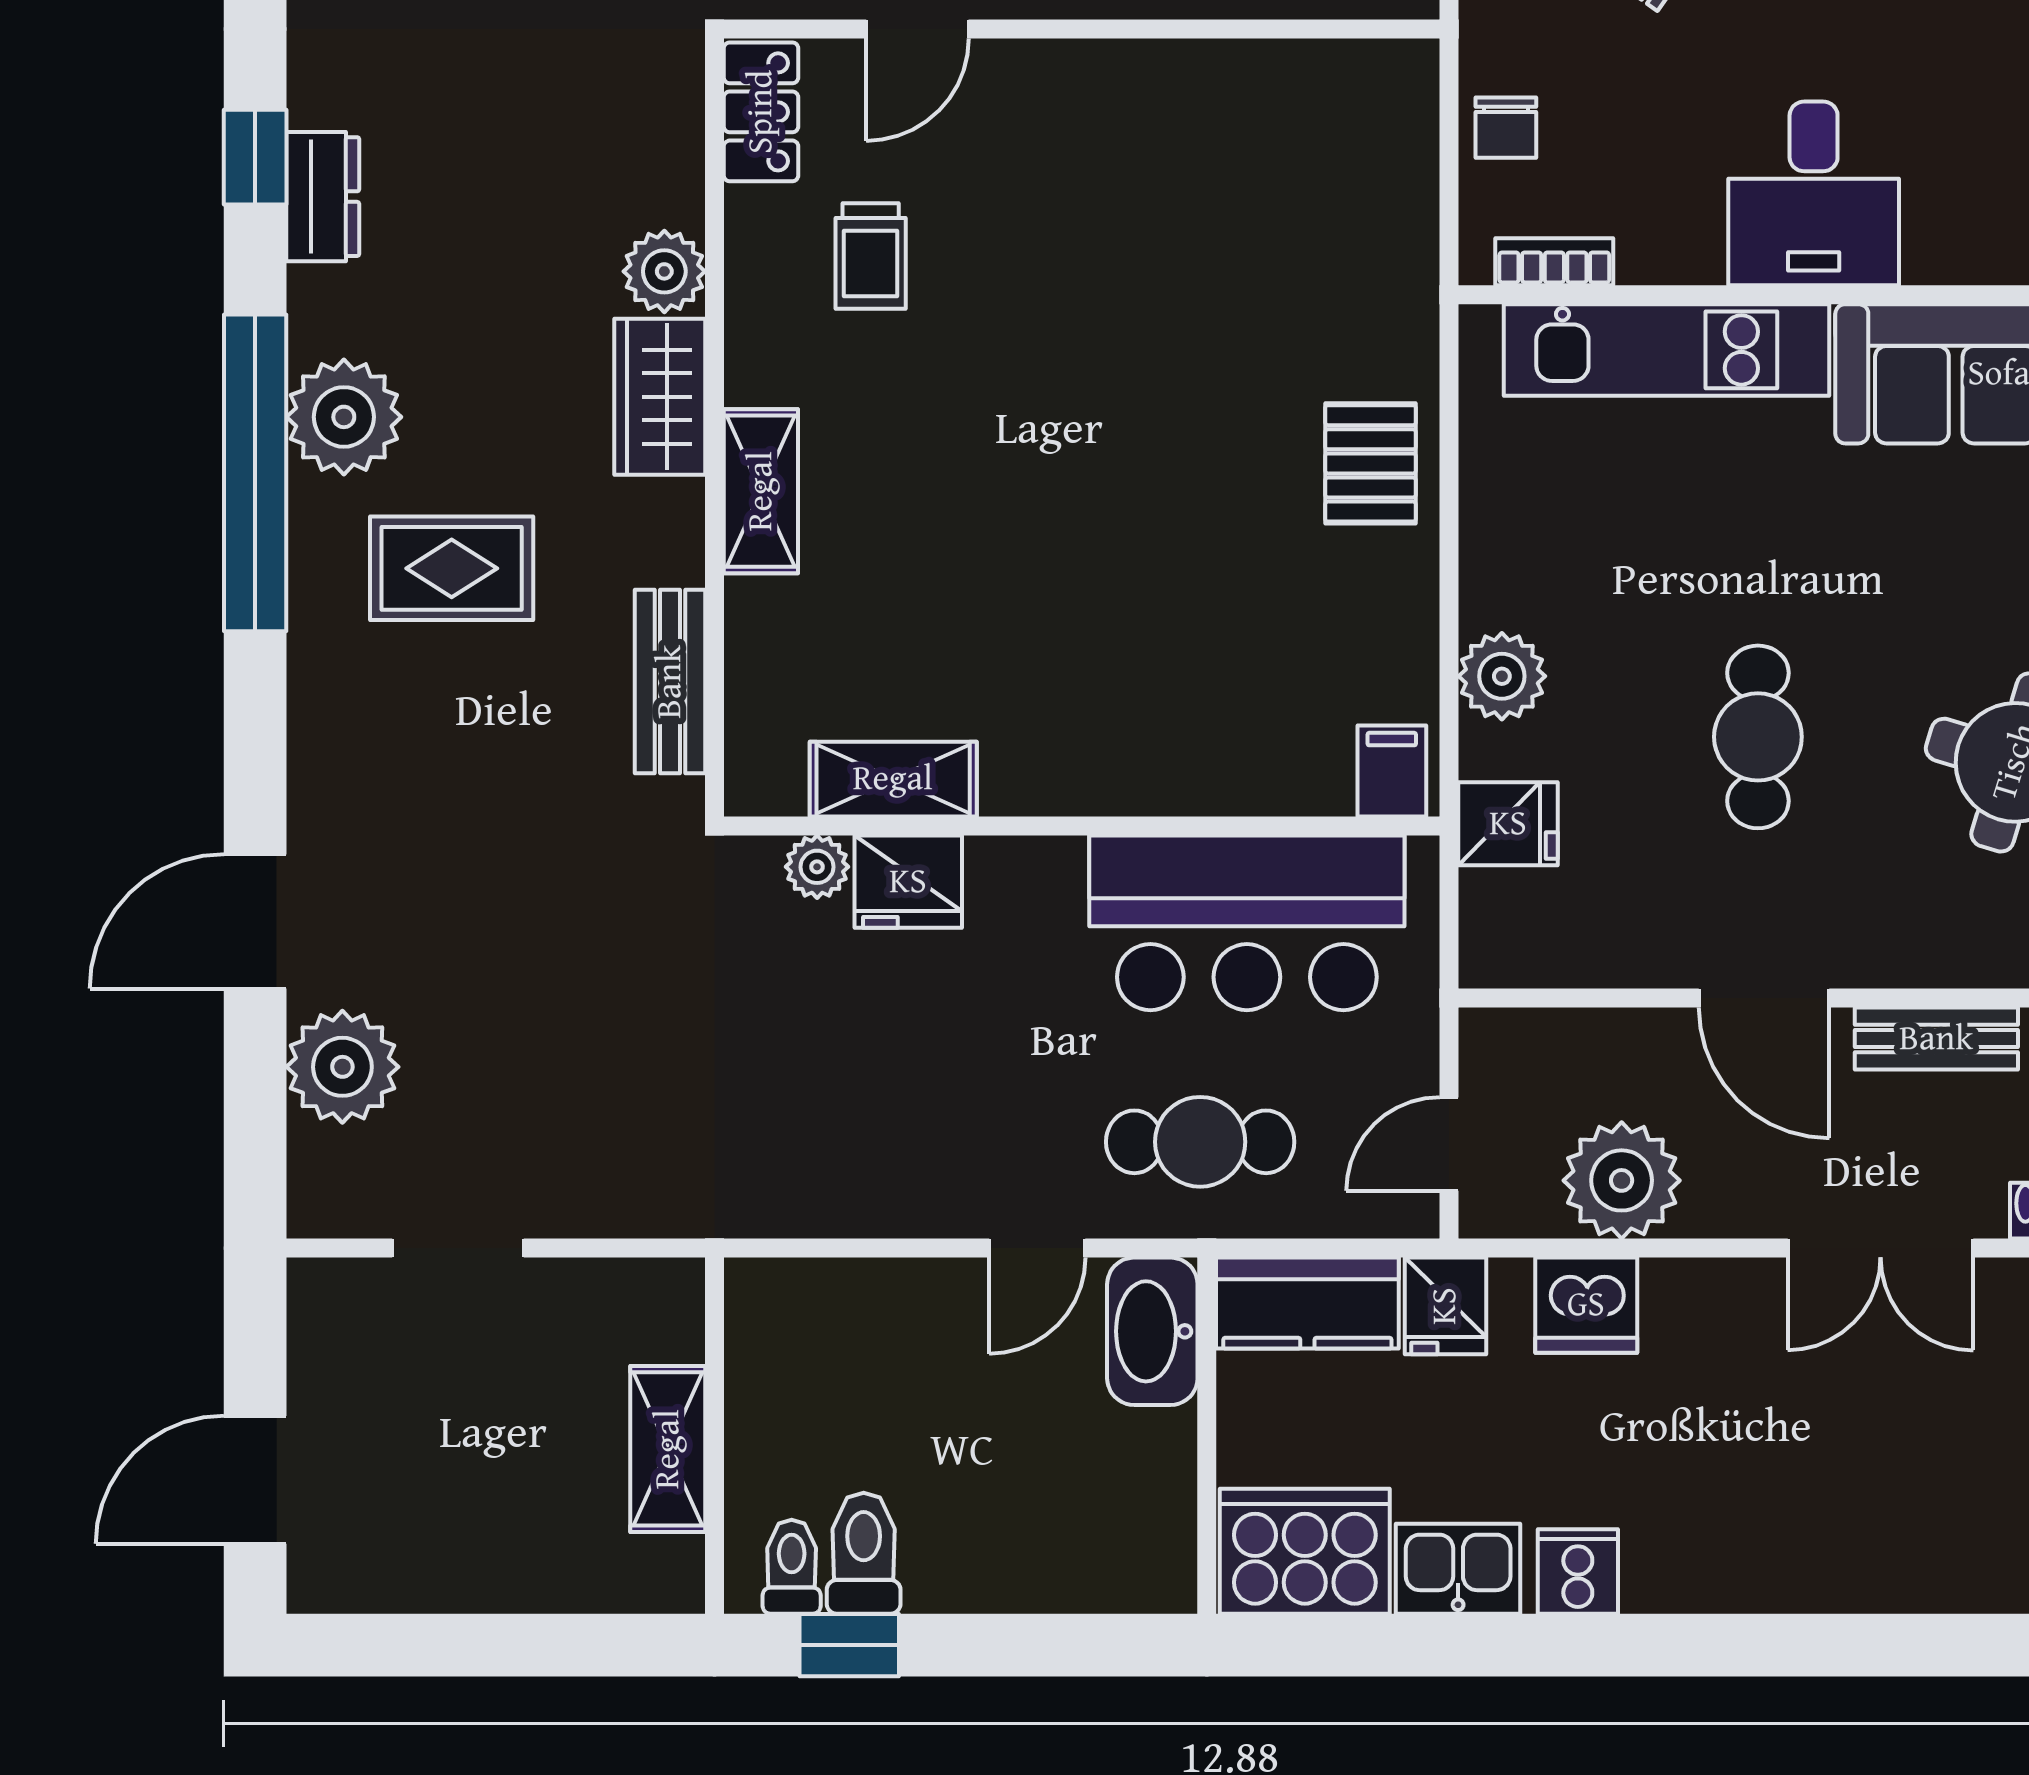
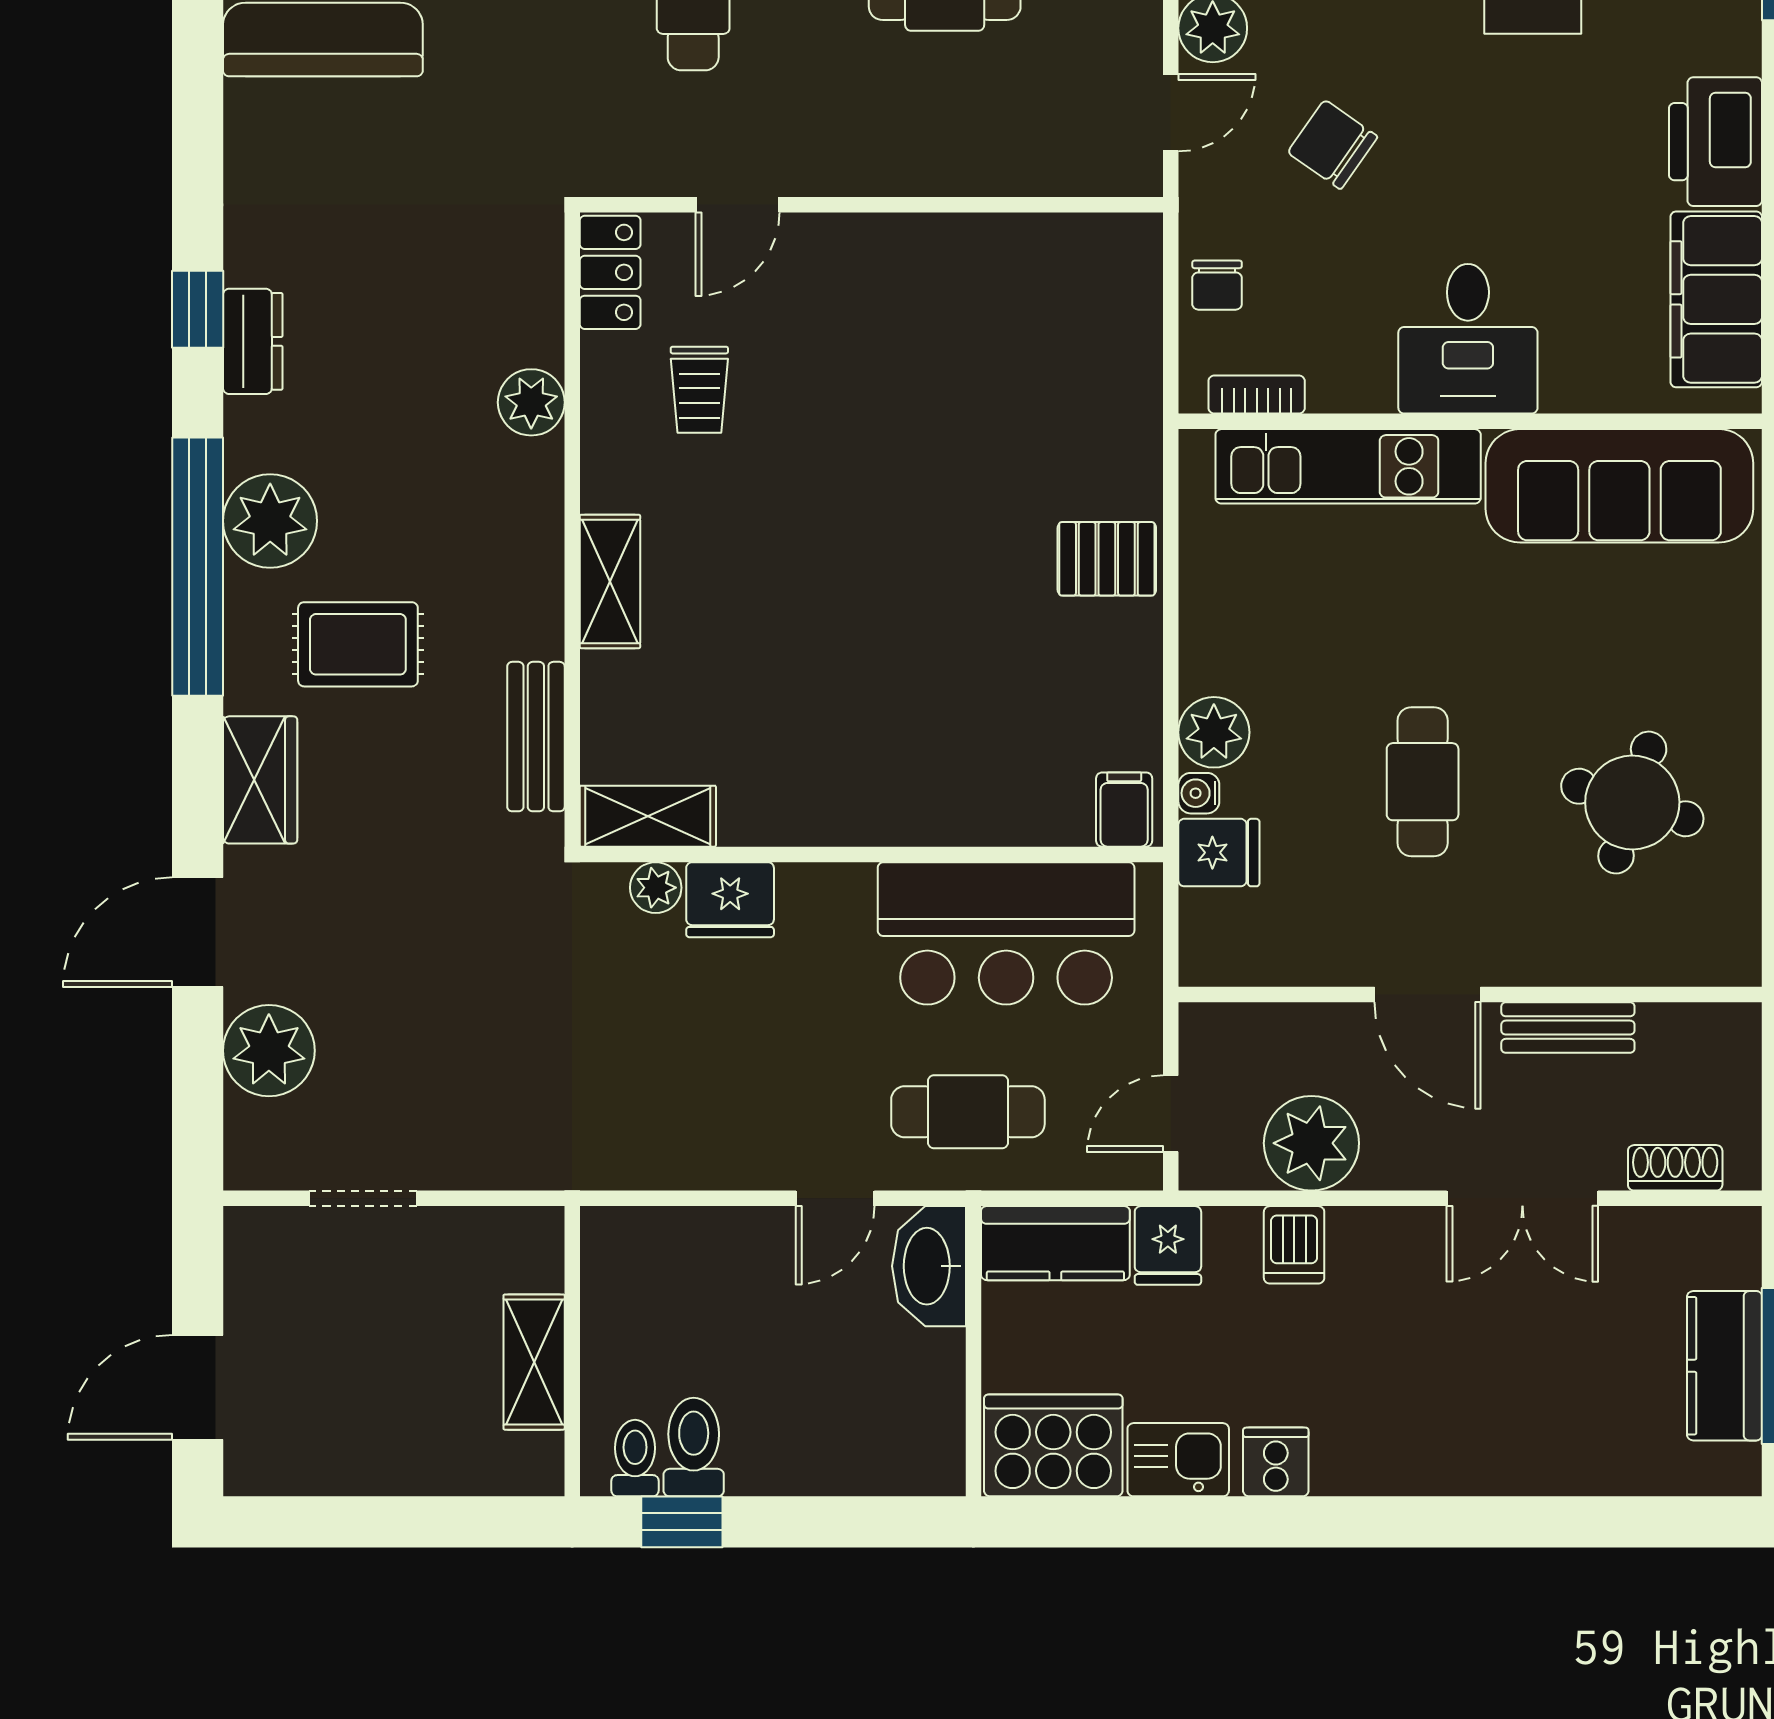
wardrobe: (660, 397) -> (260, 780), moved, turned 180
pallet: (1371, 463) -> (1107, 559), turned 90
water cooler: (1483, 751) -> (1199, 793), added
shelving: (893, 779) -> (648, 816), moved
dishwasher: (1586, 1305) -> (1294, 1245), width x0.73

